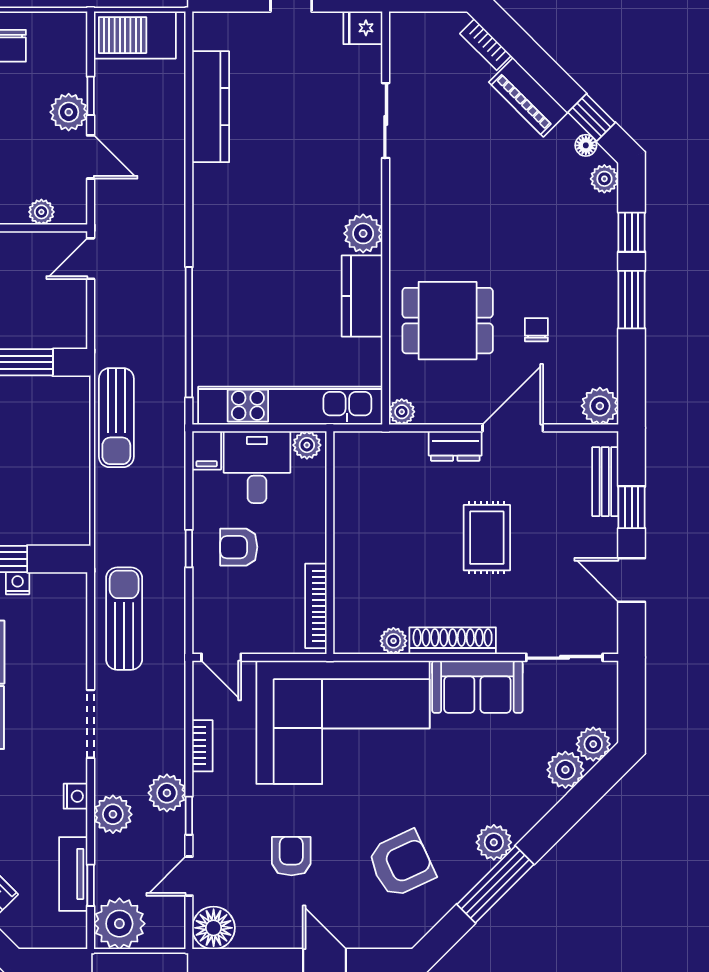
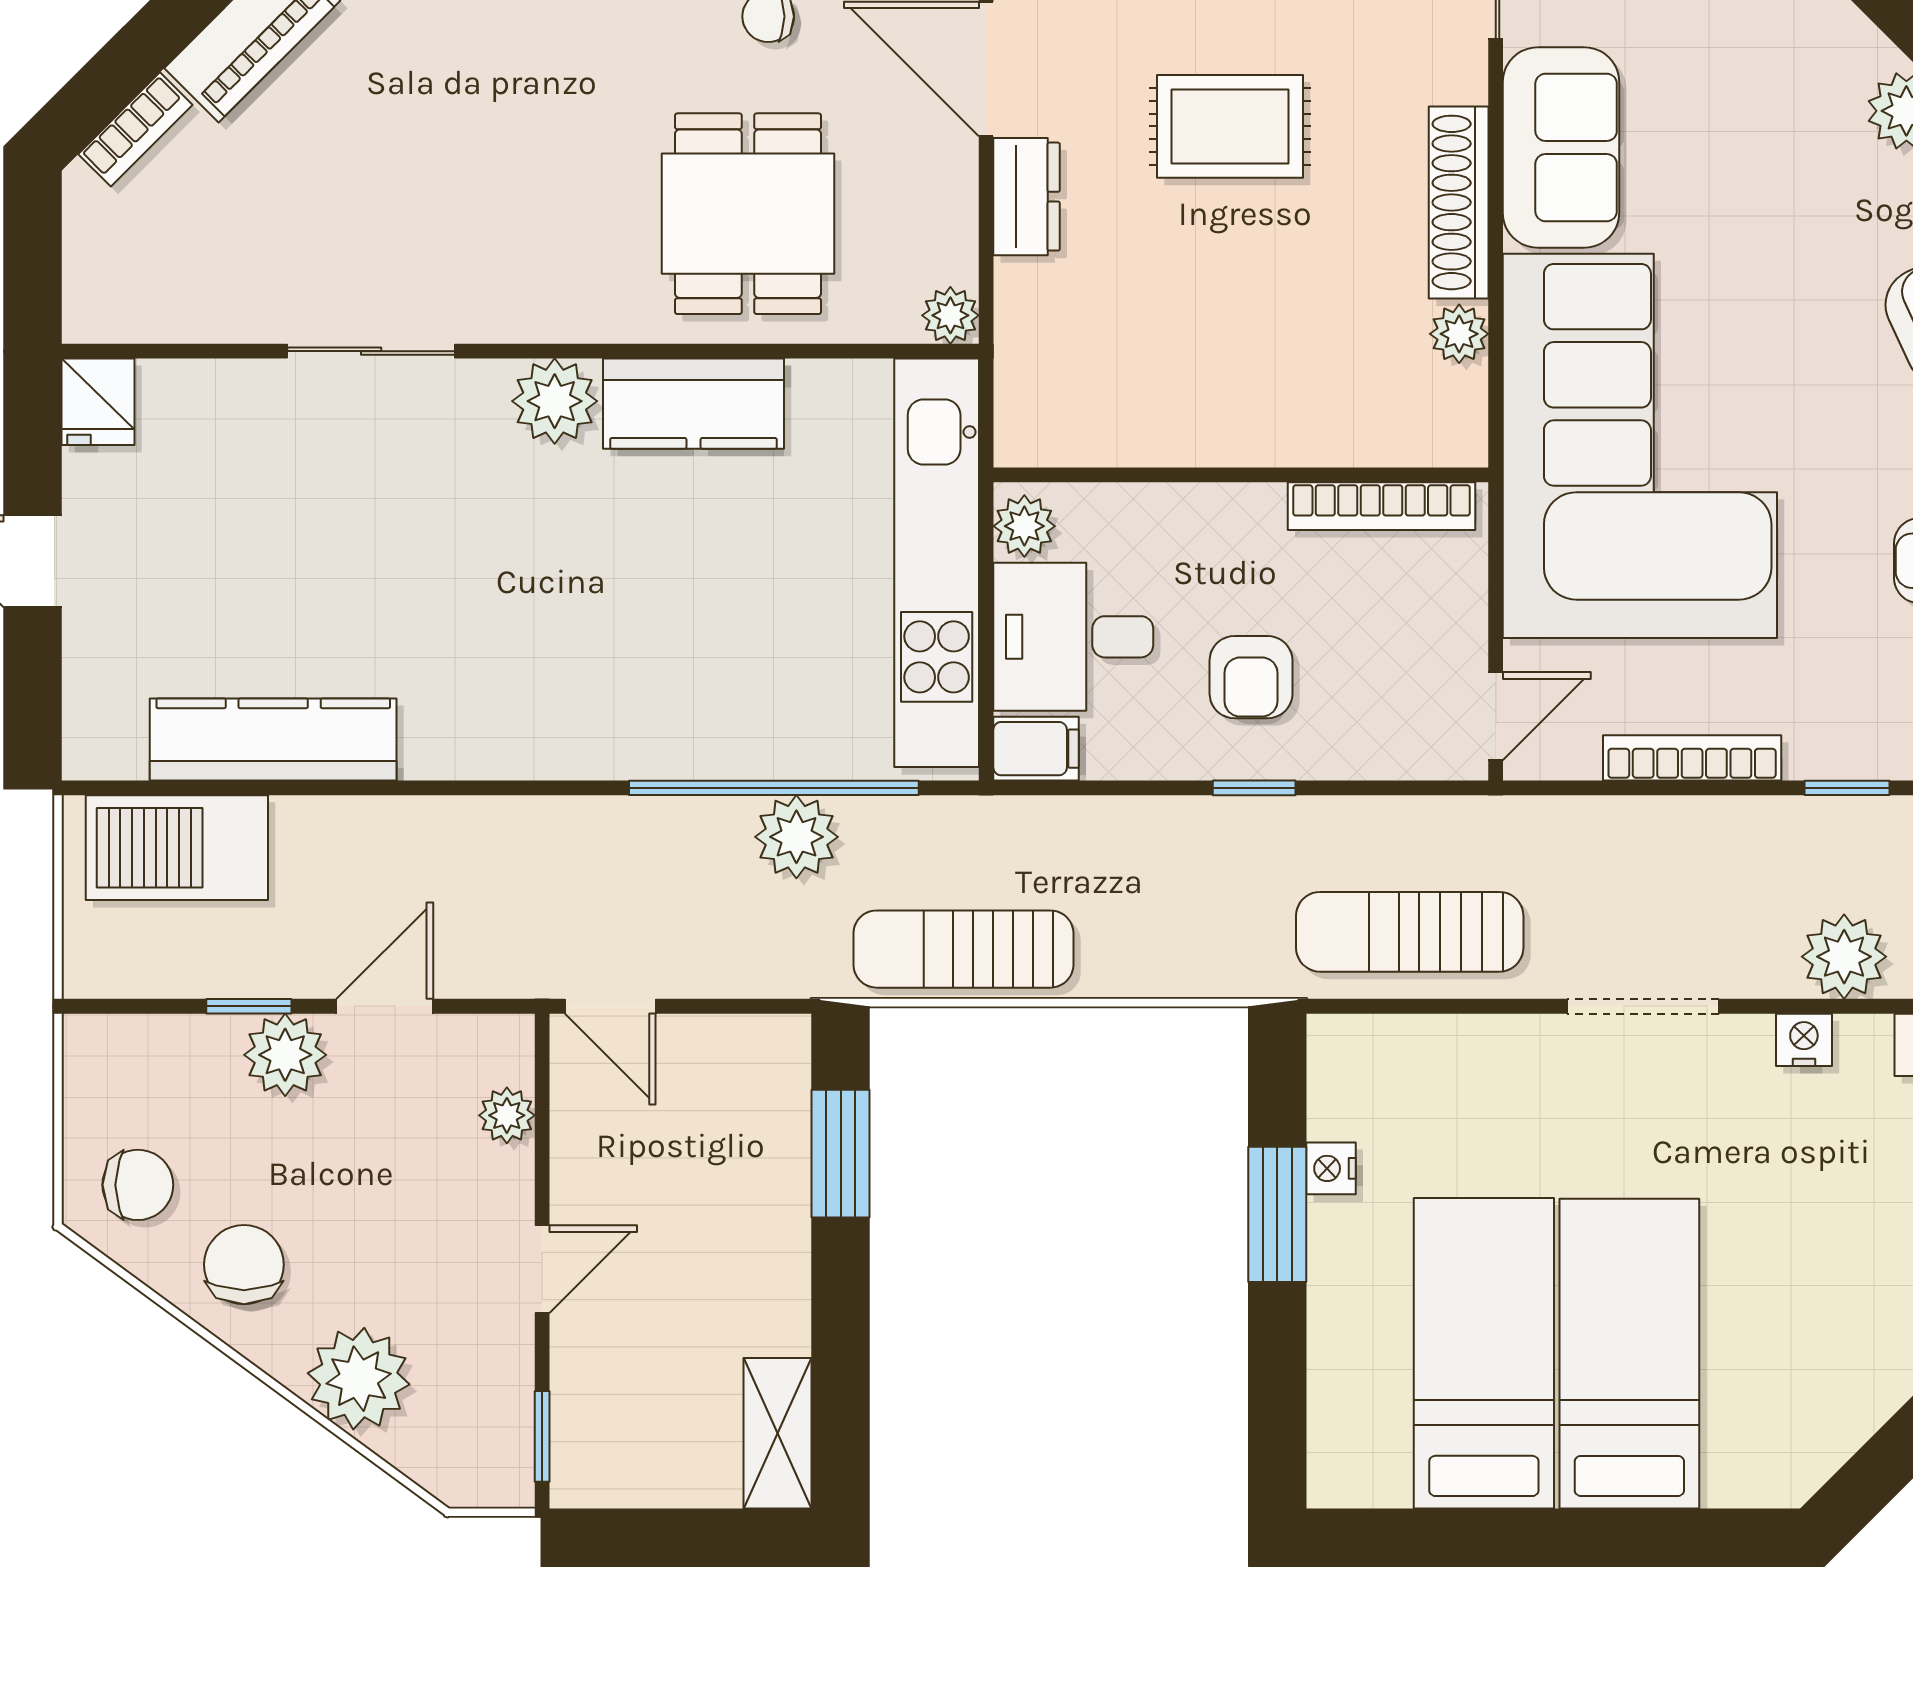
barbecue: (135, 35) -> (177, 848), moved, turned 90
sliding door: (386, 121) -> (371, 351), moved
sun lounger: (116, 418) -> (963, 949), turned 180
bookcase: (202, 746) -> (1692, 758), width x1.56
plant: (167, 793) -> (796, 837), moved

